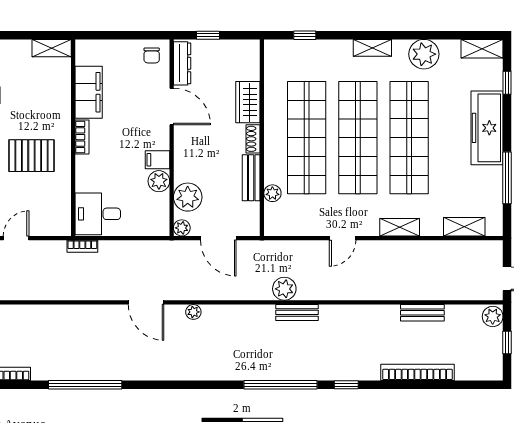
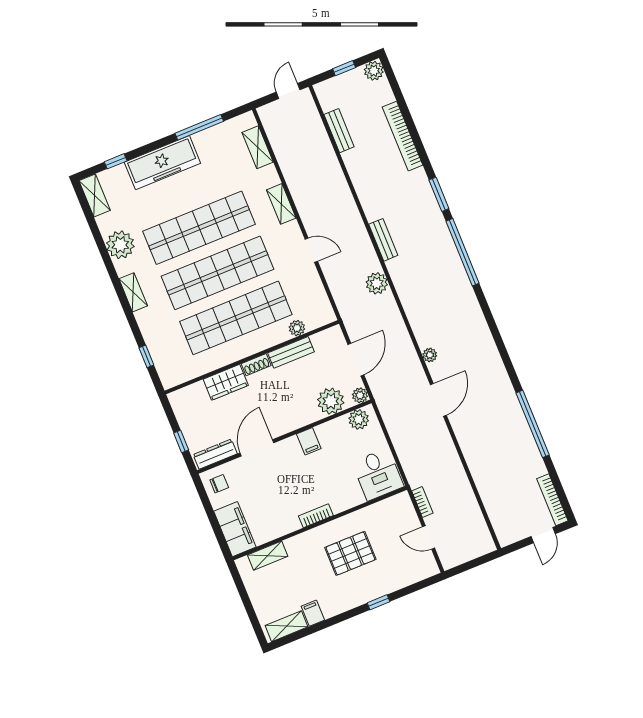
shelving: (52, 48) -> (268, 556), moved, turned 90
filing cabinet: (89, 92) -> (235, 529), moved, turned 90
pallet: (31, 156) -> (350, 553), turned 90
plant: (159, 181) -> (359, 419), moved
bookcase: (82, 246) -> (422, 502), moved
bench: (297, 312) -> (383, 240), moved
bench: (422, 313) -> (339, 131), moved
plant: (493, 316) -> (374, 71), moved
window: (346, 385) -> (439, 194), width x1.50

